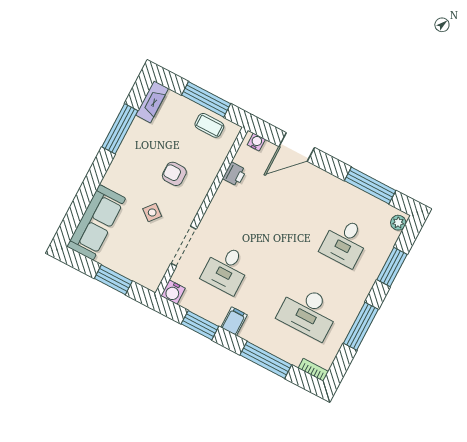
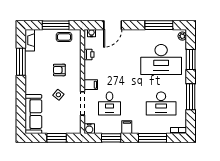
filing cabinet: (212, 224) -> (91, 85), added
desk: (345, 242) -> (161, 59), width x1.87, depth x1.30

